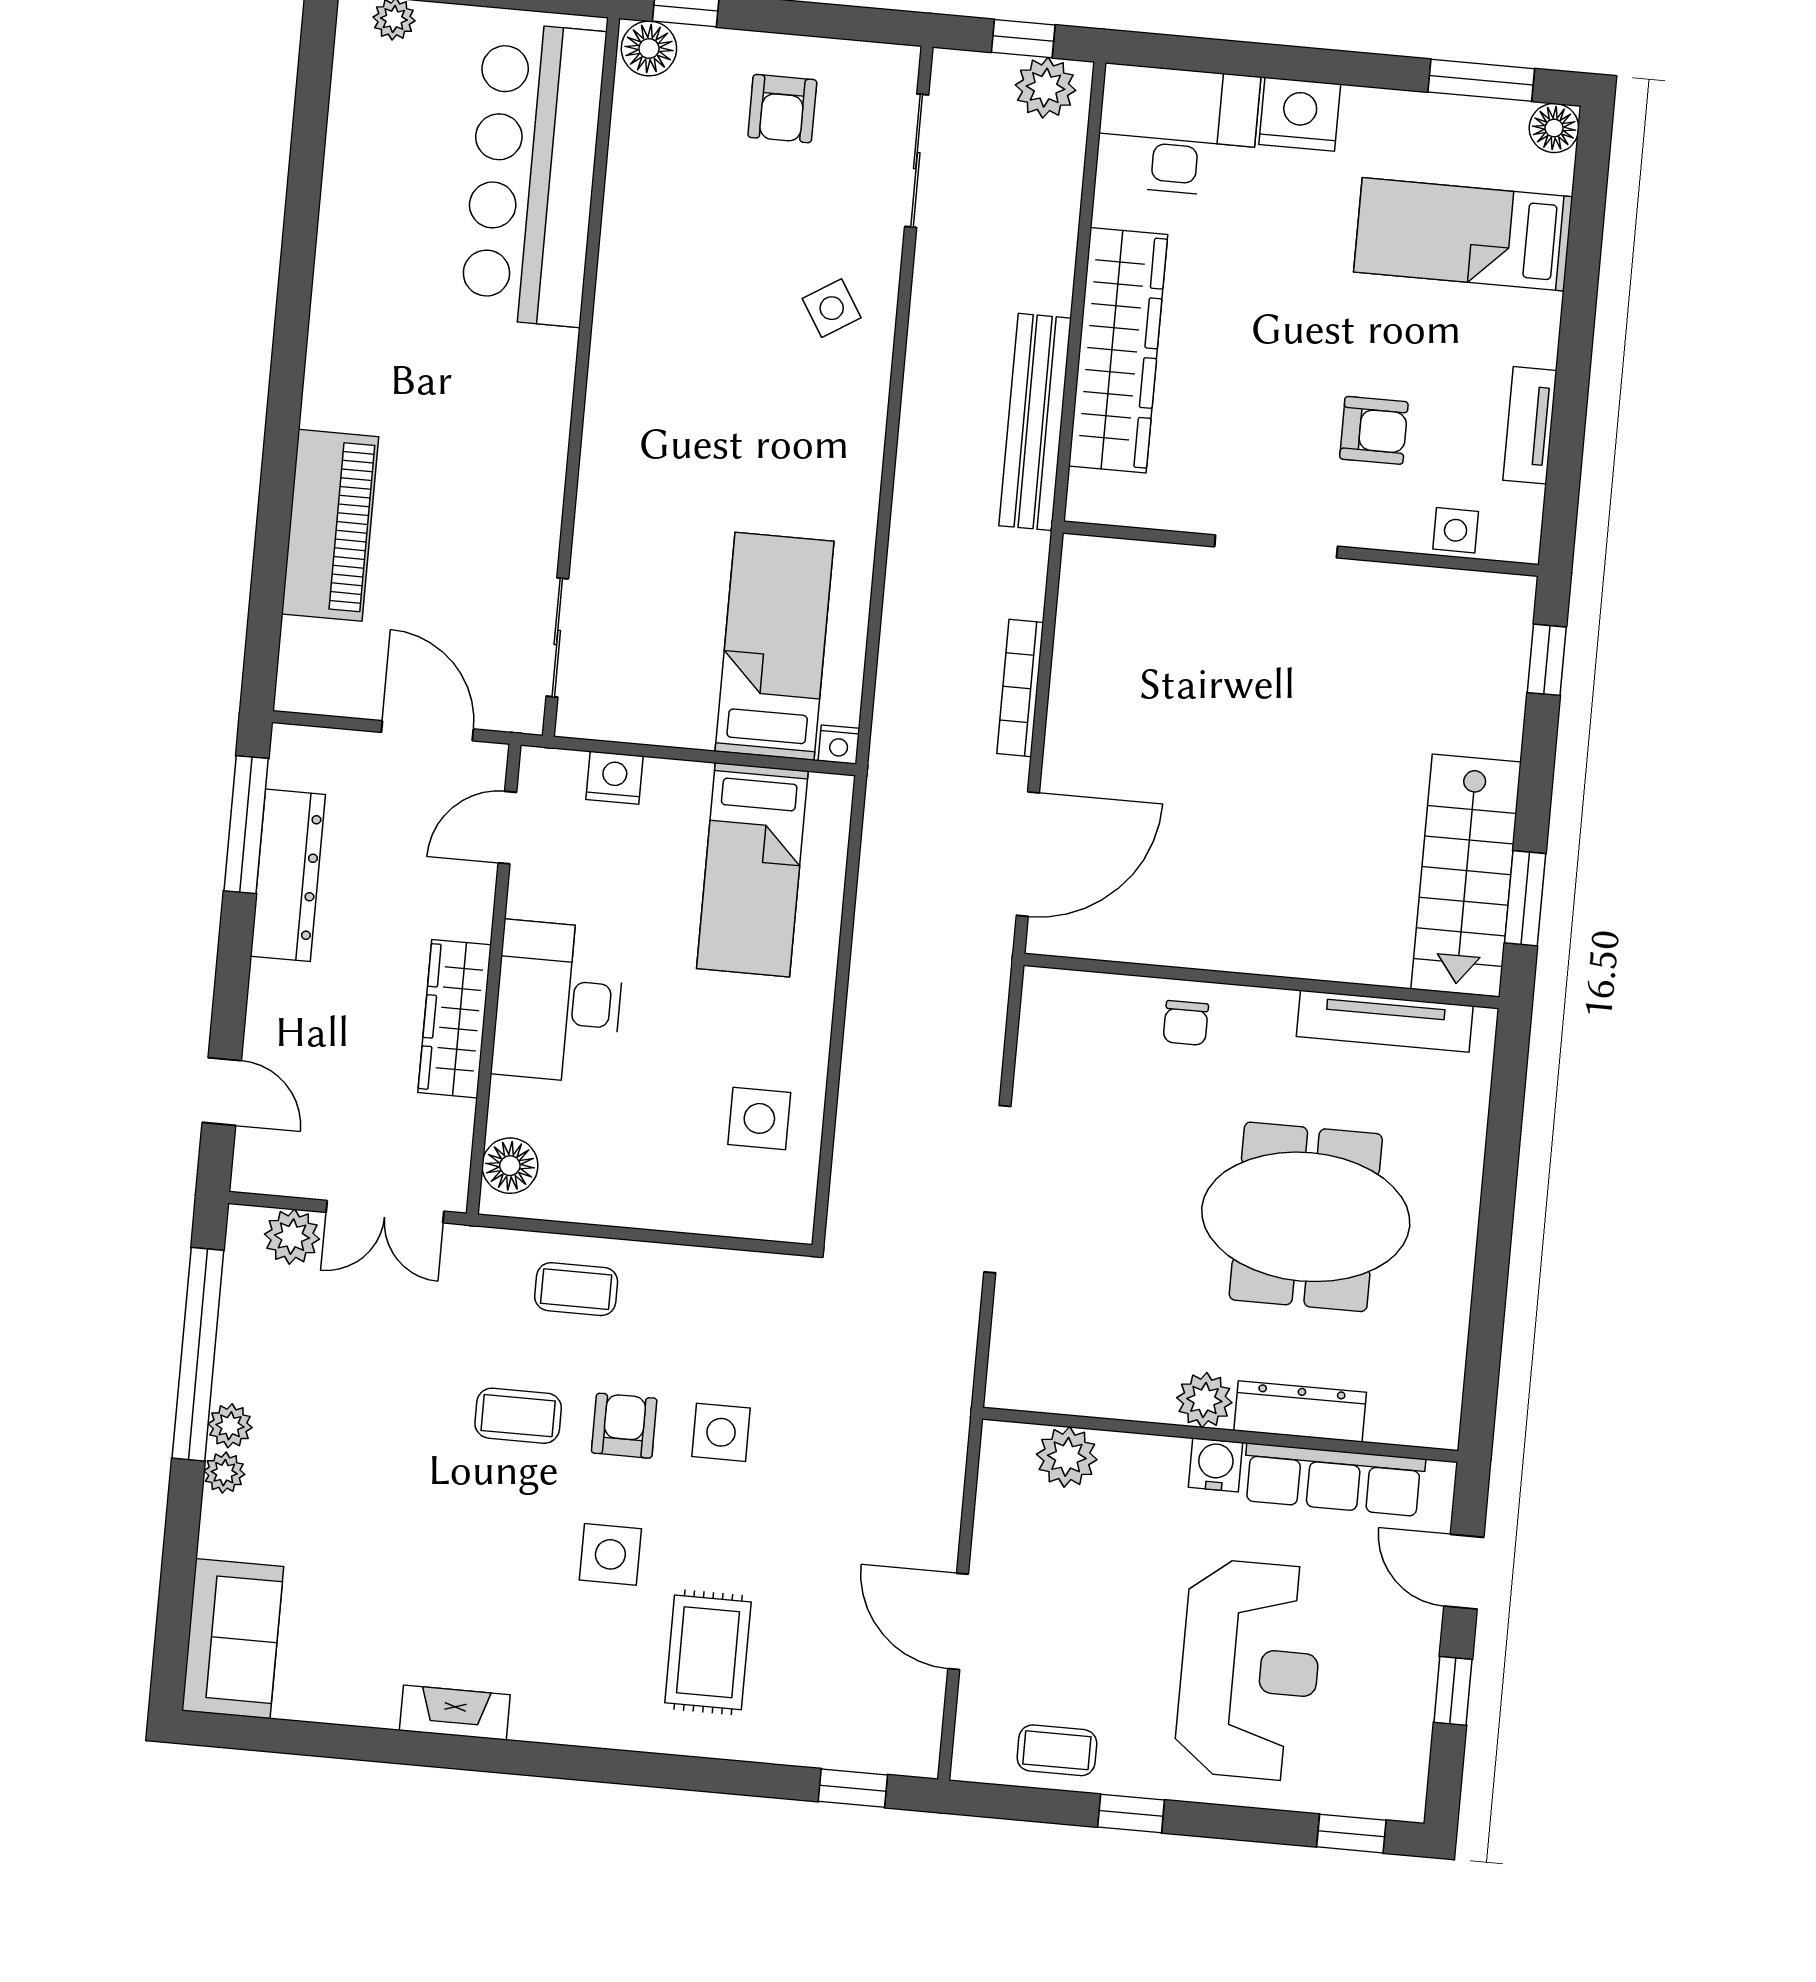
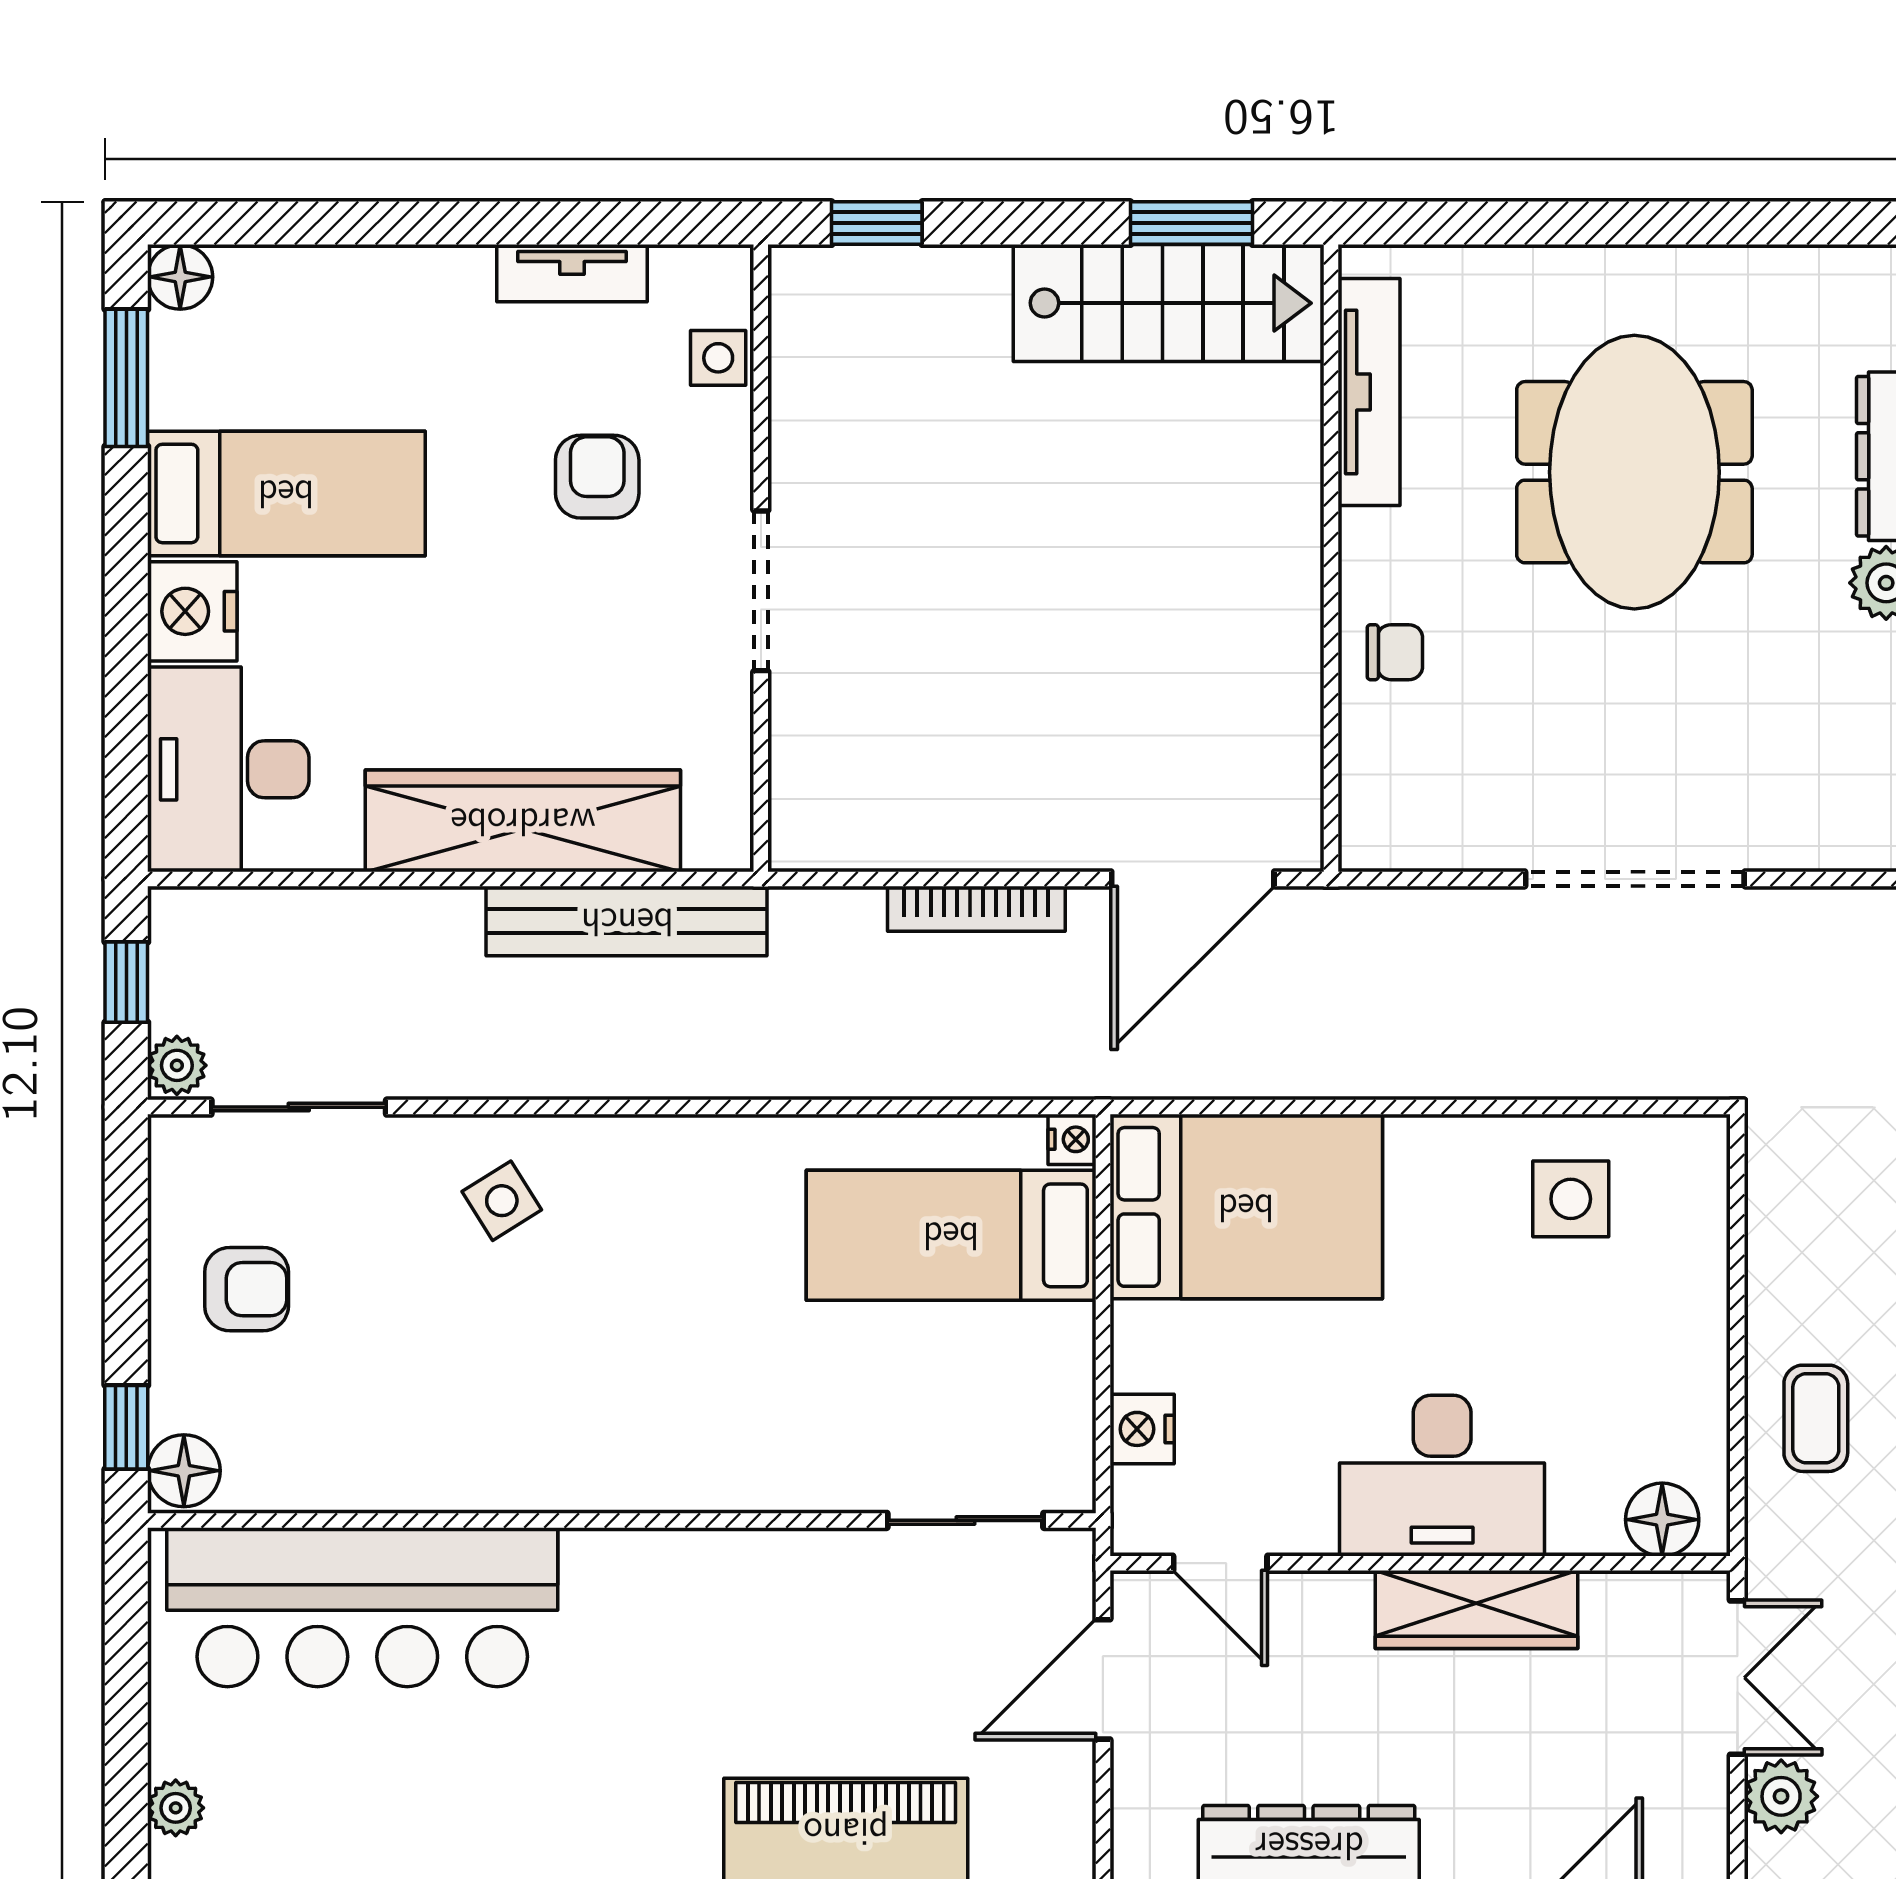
plant: (1045, 88) -> (177, 1065), moved, width x0.73, depth x0.73
bed: (1463, 234) -> (286, 493), moved, turned -90
door: (1028, 854) -> (1193, 879), swing flipped
bed: (752, 870) -> (1246, 1207), width x1.50

